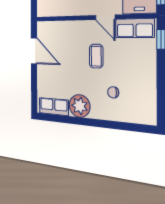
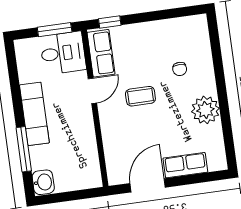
row of seats: (54, 107) -> (185, 165), moved, turned 90

